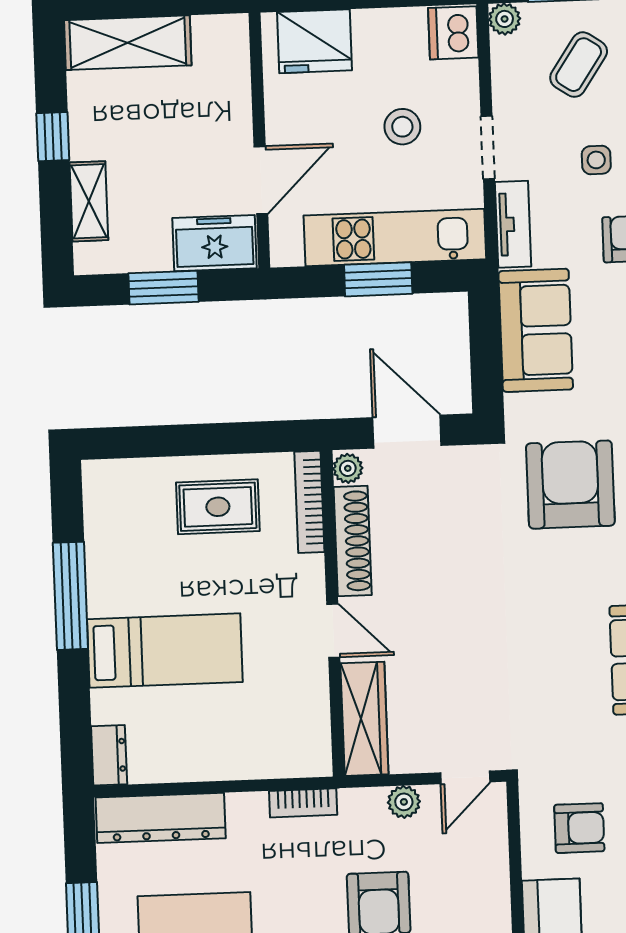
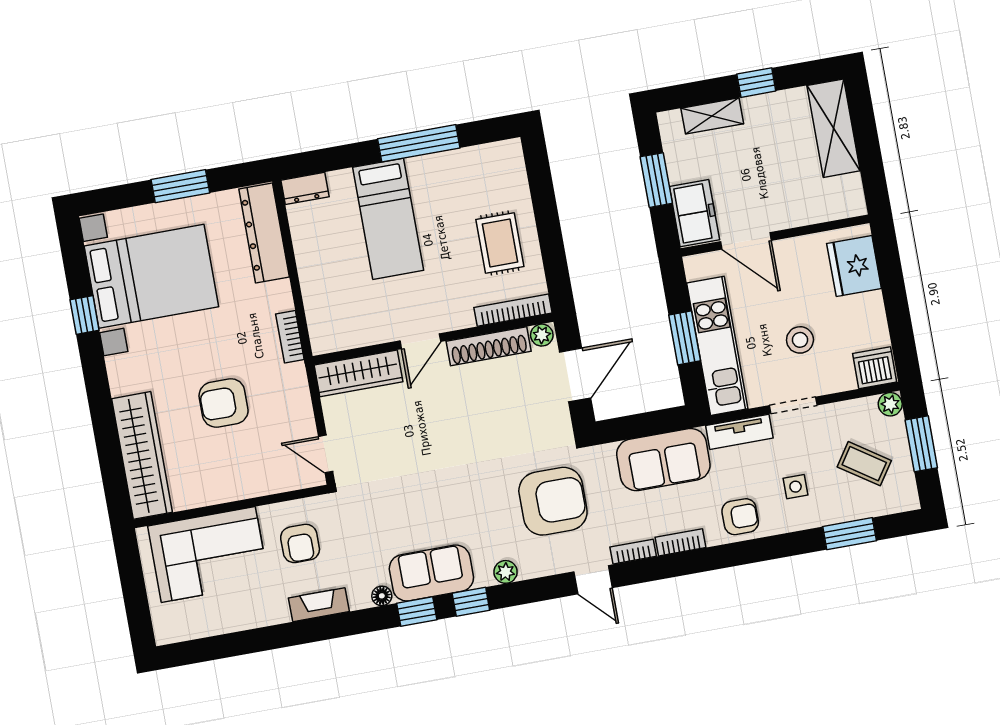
plant: (404, 802) -> (301, 411), removed

